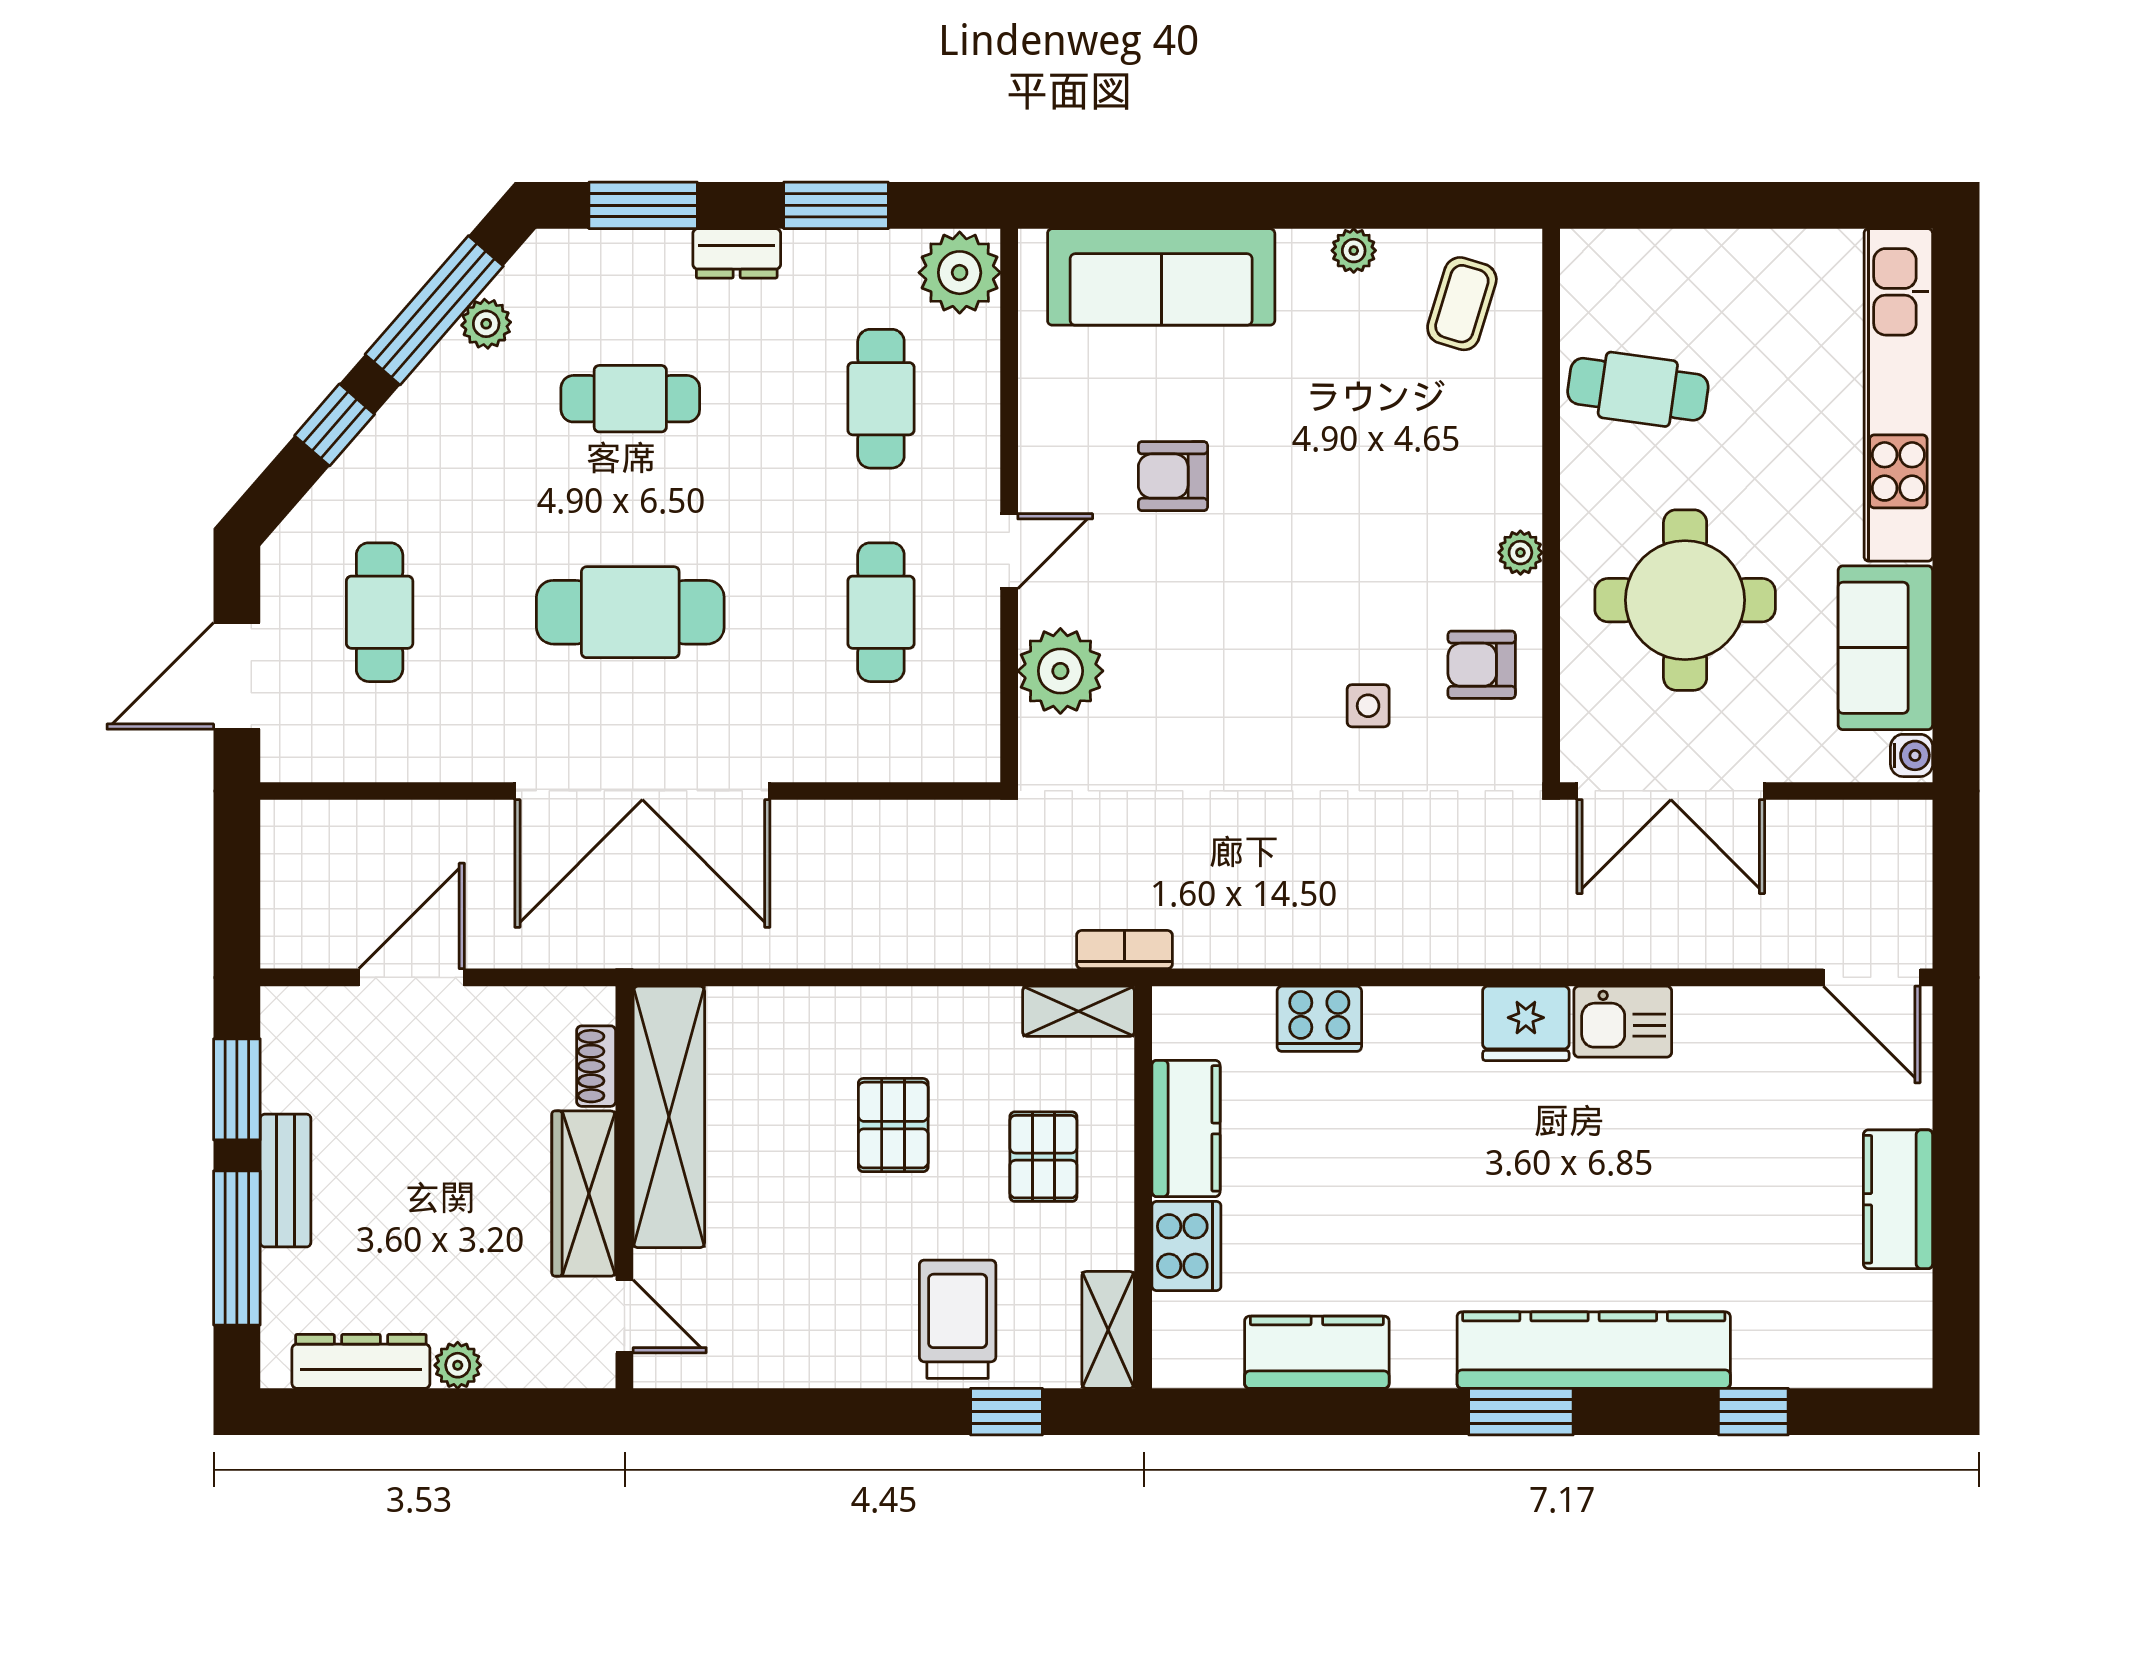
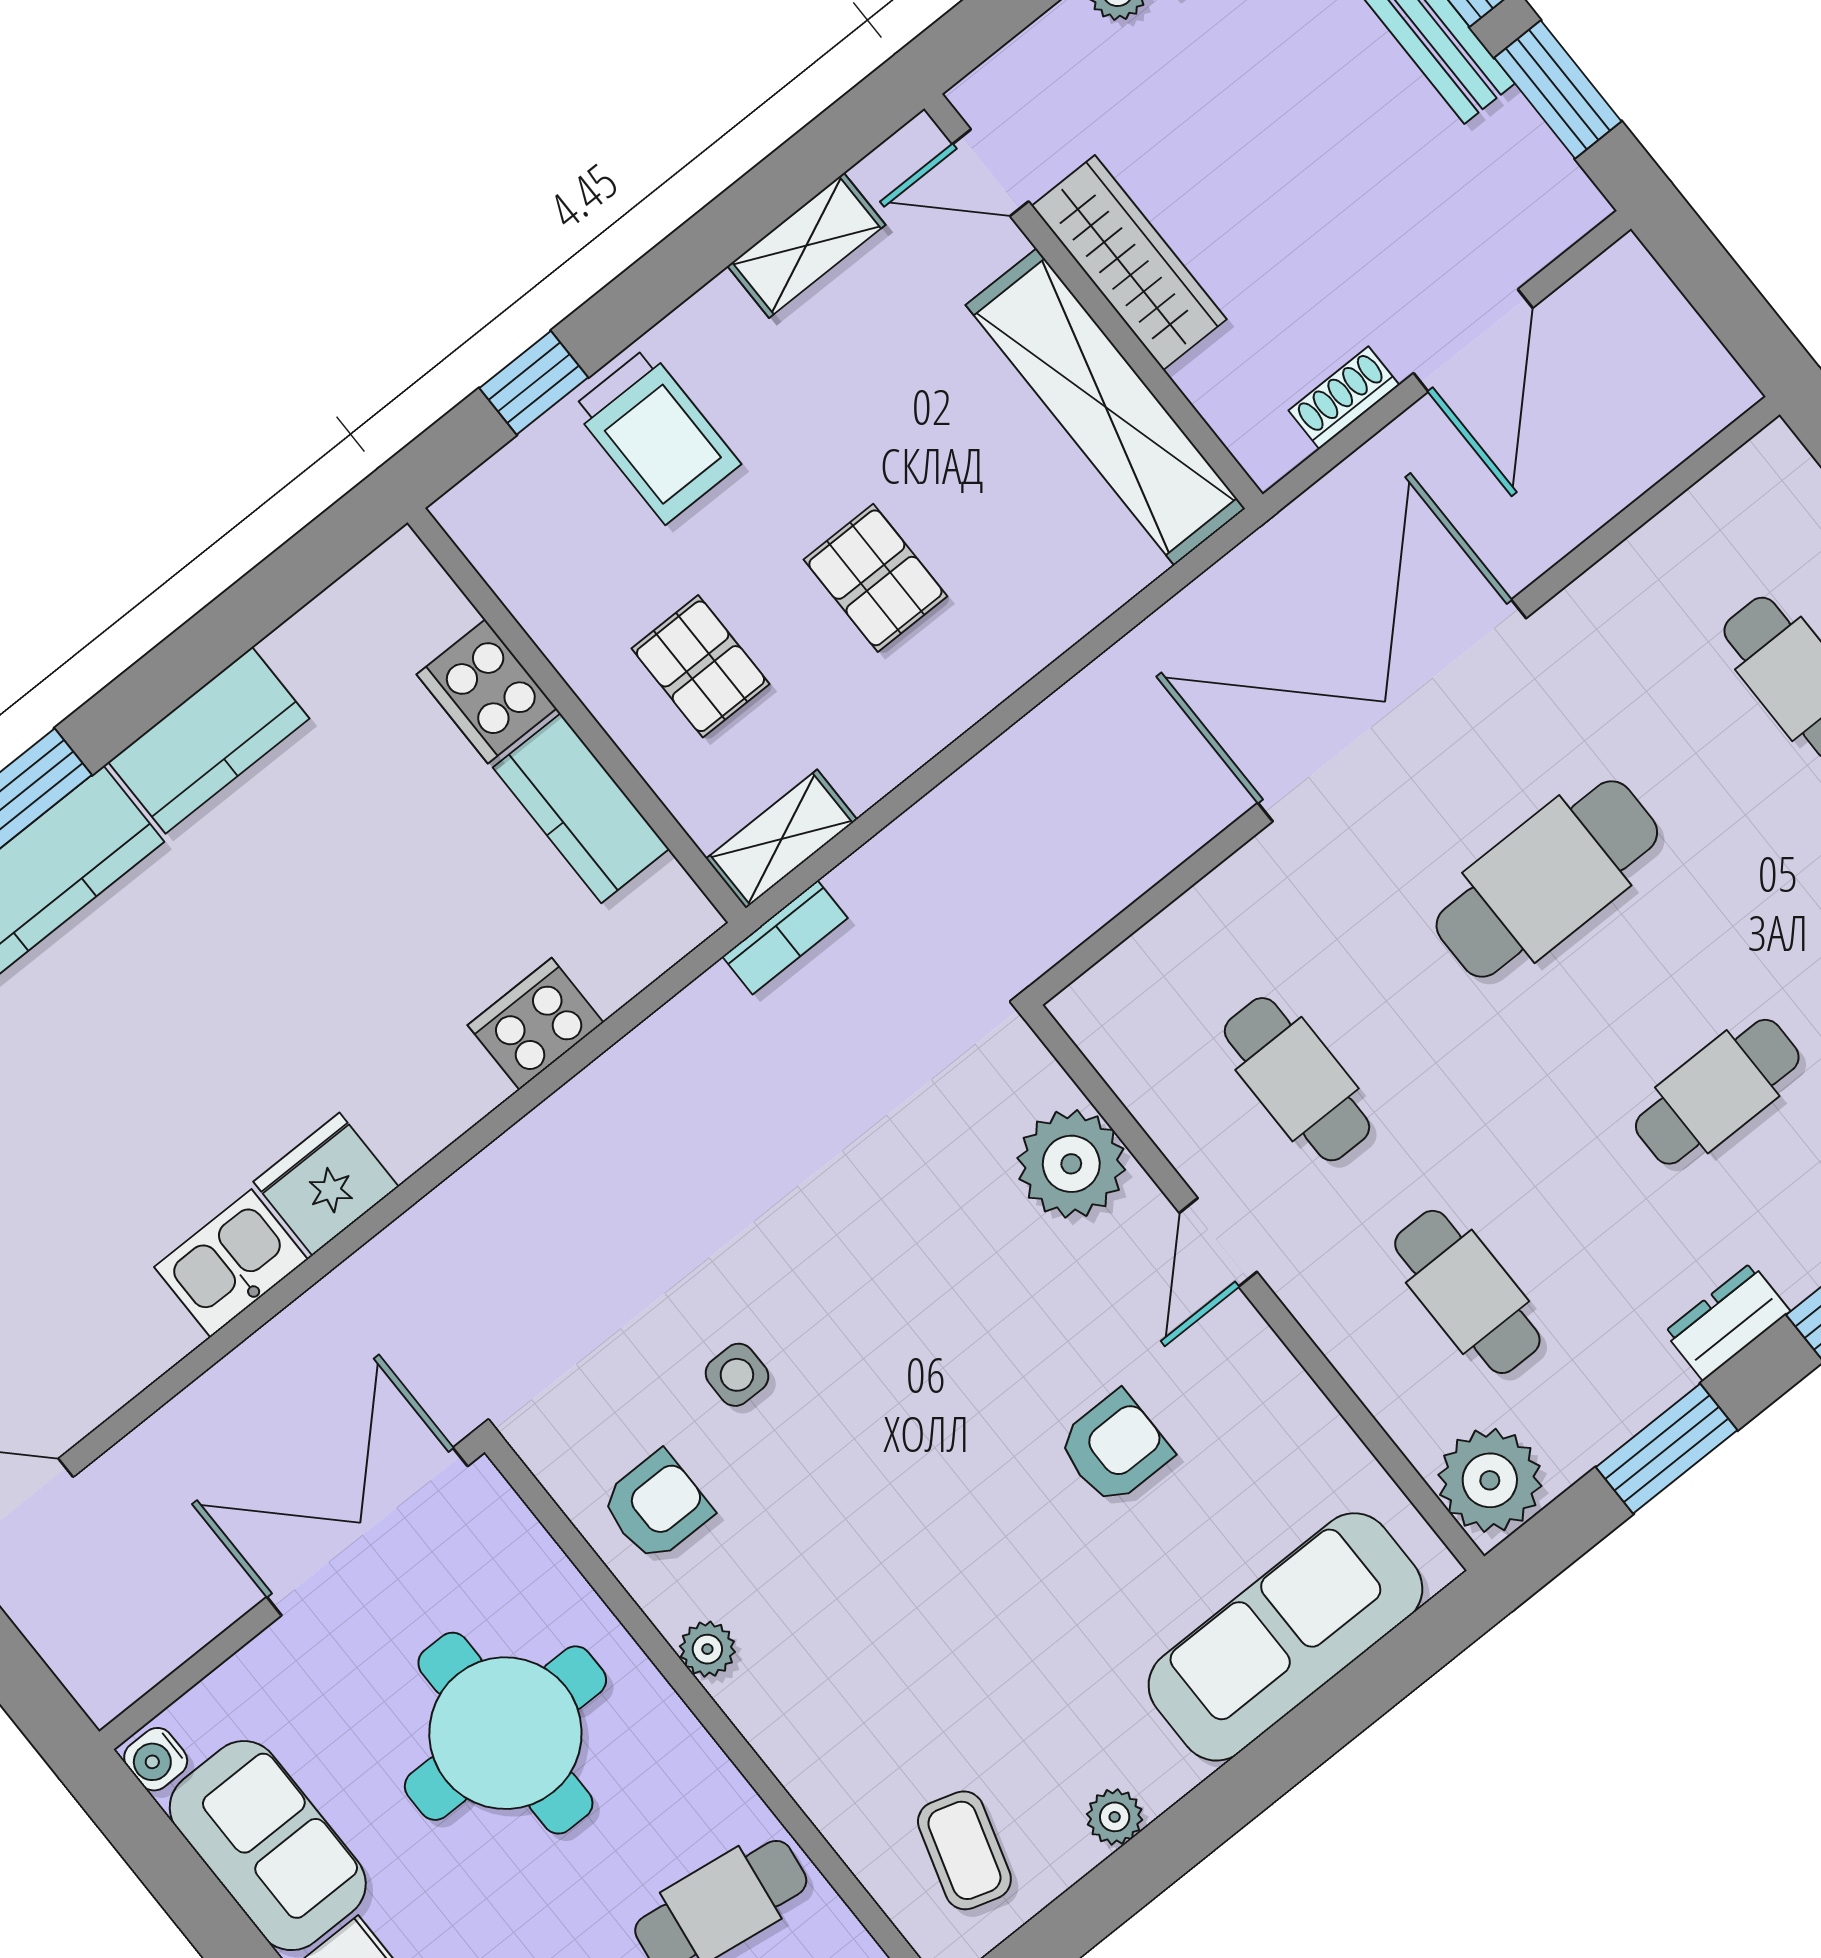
shoe rack: (596, 1066) -> (1344, 398), moved, turned -90
shelving: (1108, 1330) -> (806, 245), moved, turned 90
kitchen counter: (1317, 1352) -> (209, 740), moved

